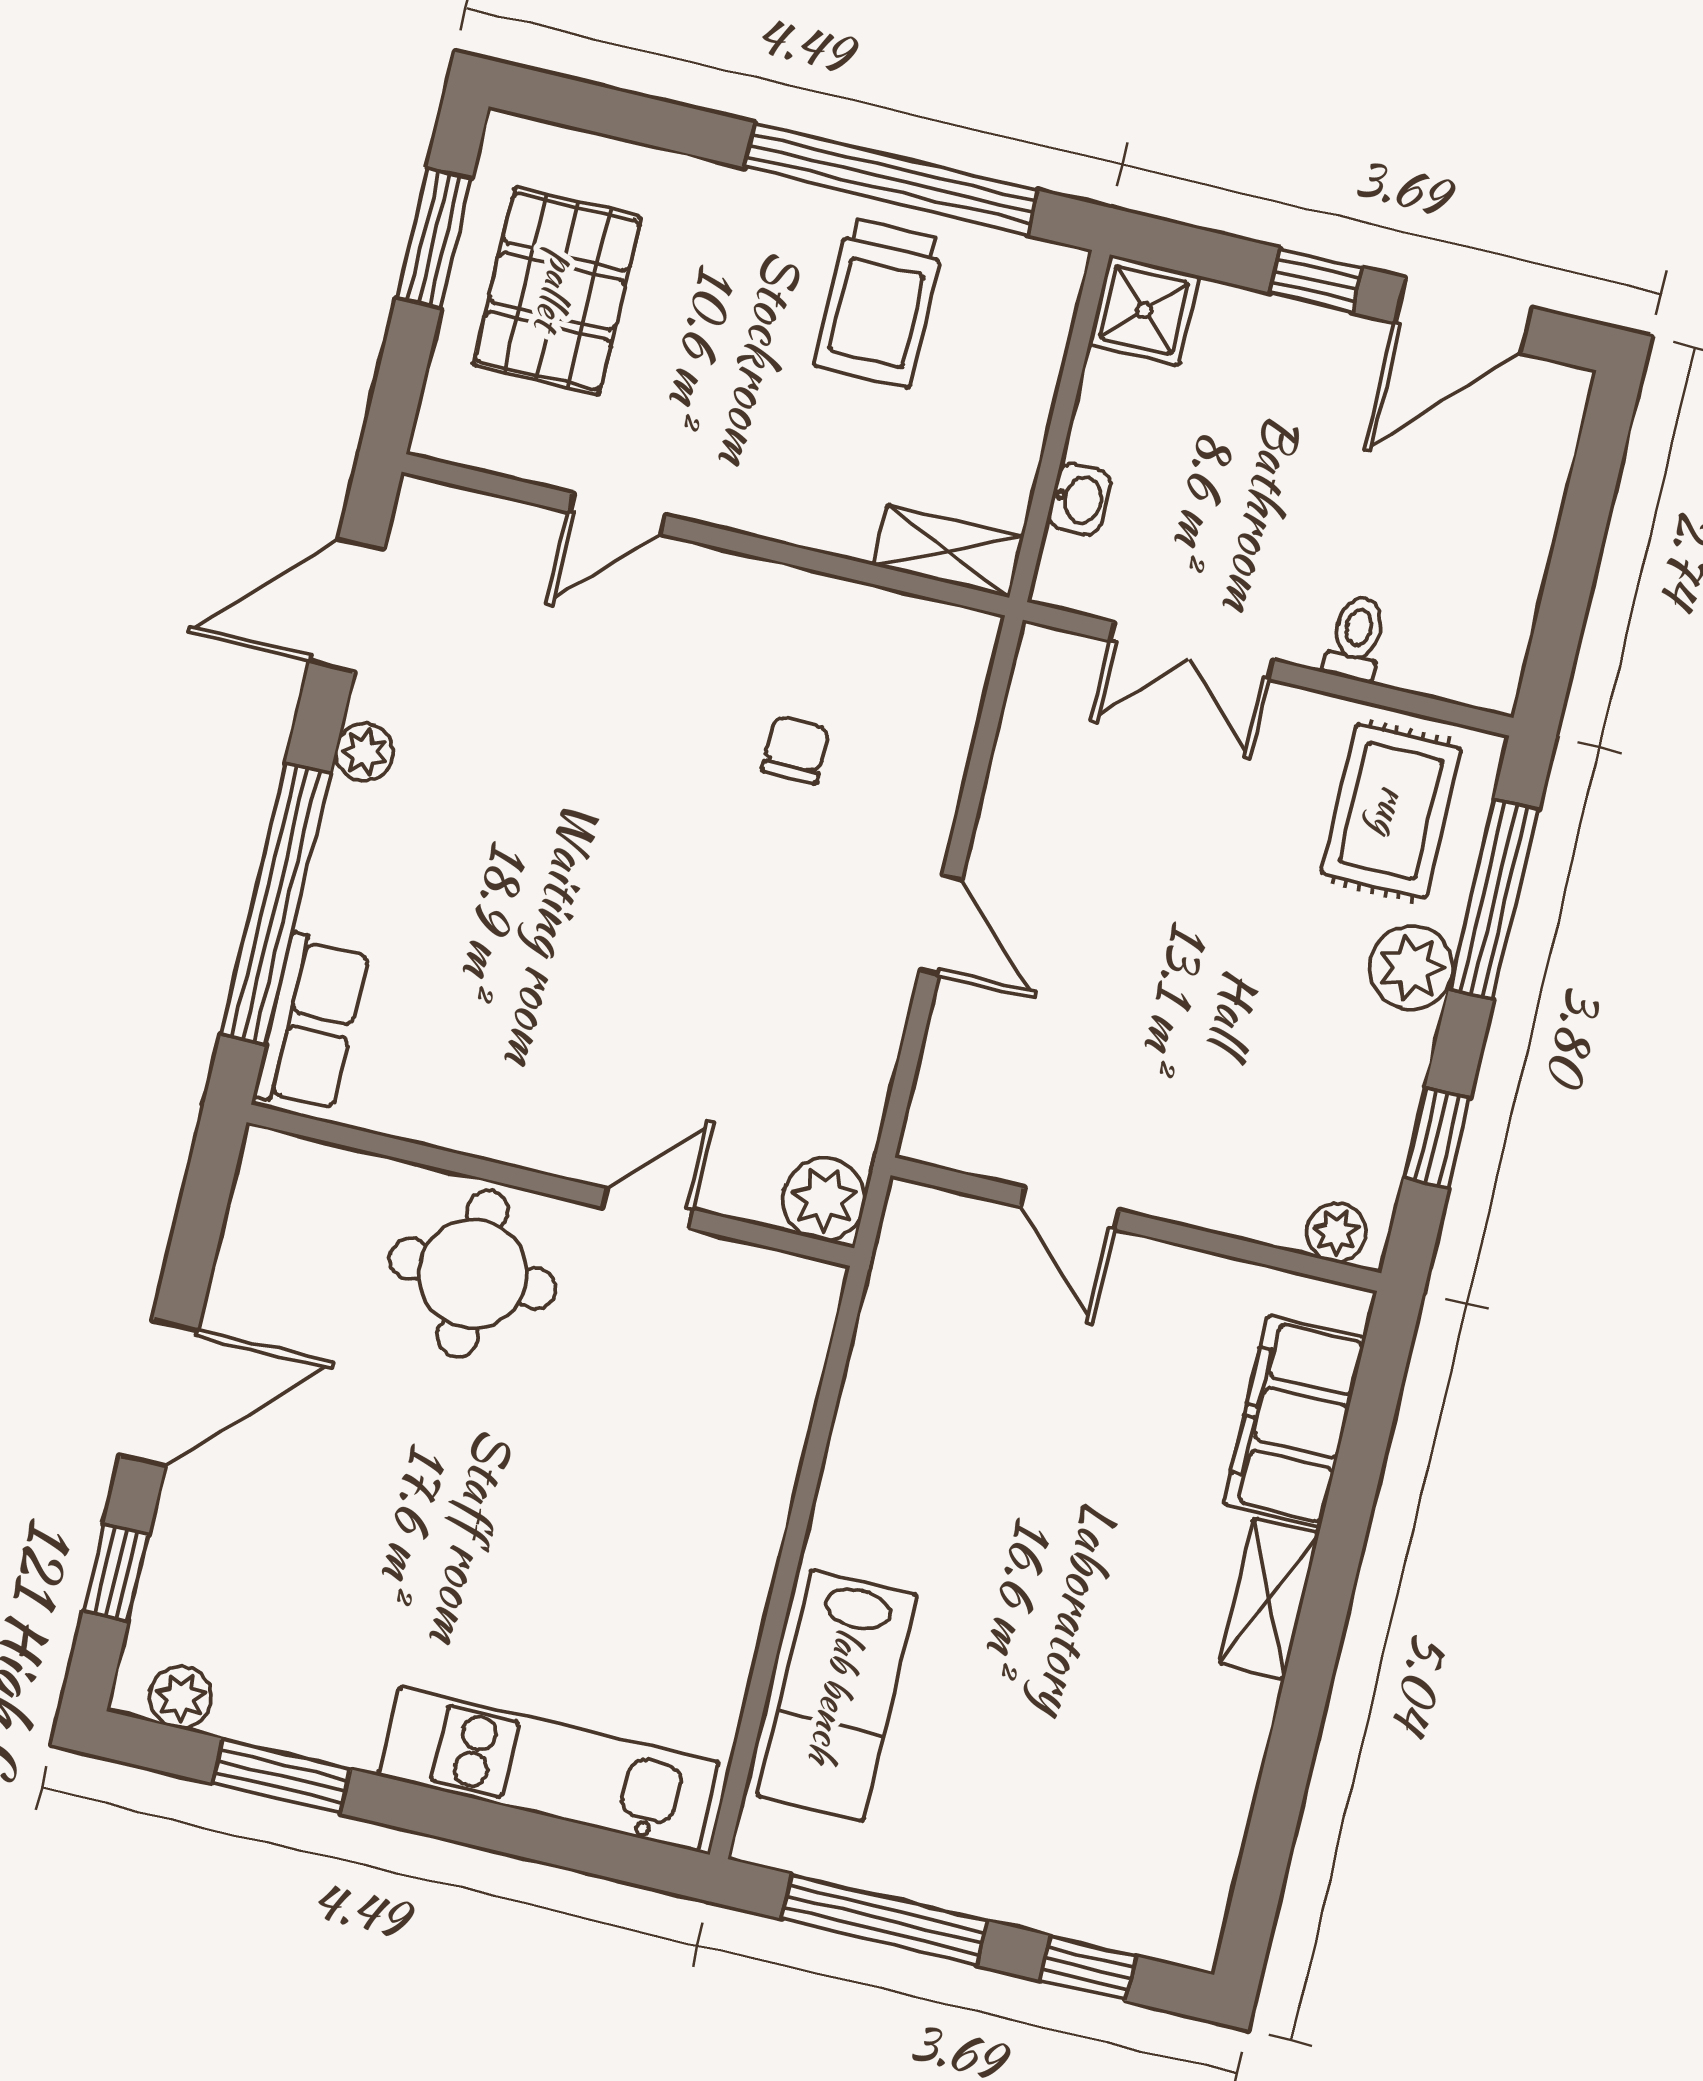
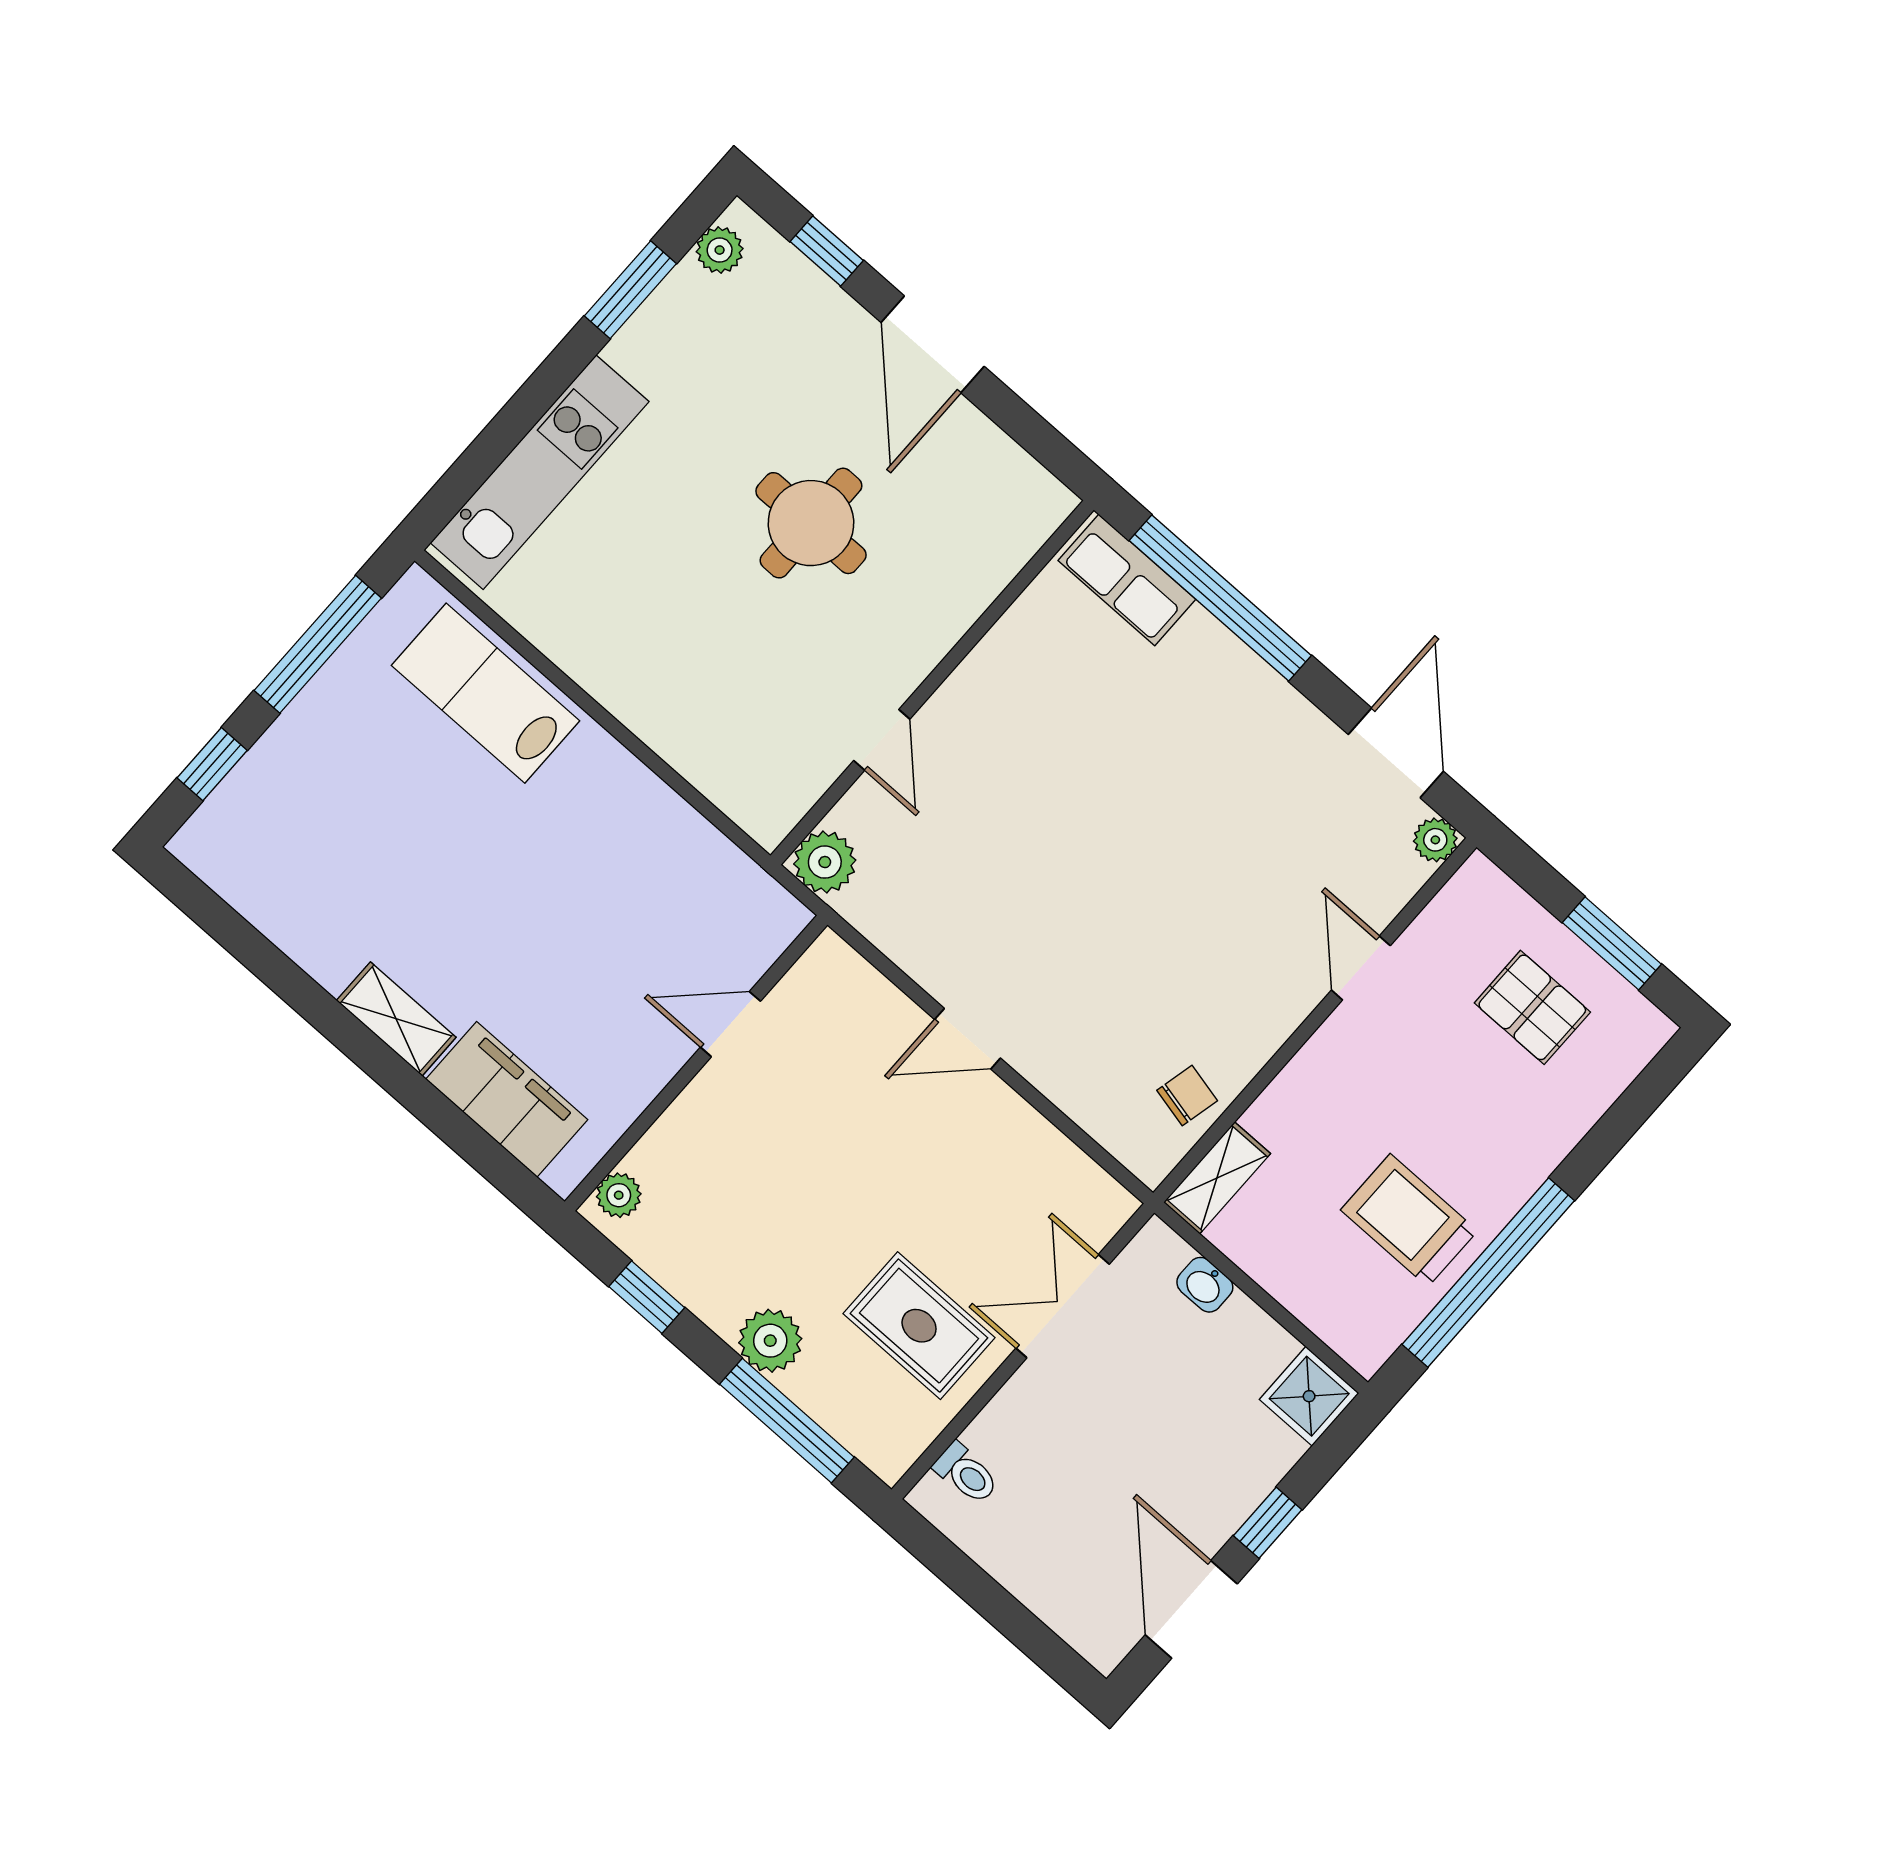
pallet: (557, 291) -> (1532, 1007), width x0.67, depth x0.71
toilet: (1356, 638) -> (966, 1473), moved
chair: (796, 750) -> (1187, 1095), moved, turned -77
plant: (364, 752) -> (1435, 840), moved
rug: (1391, 811) -> (919, 1326), moved
round table: (473, 1274) -> (811, 523), moved

